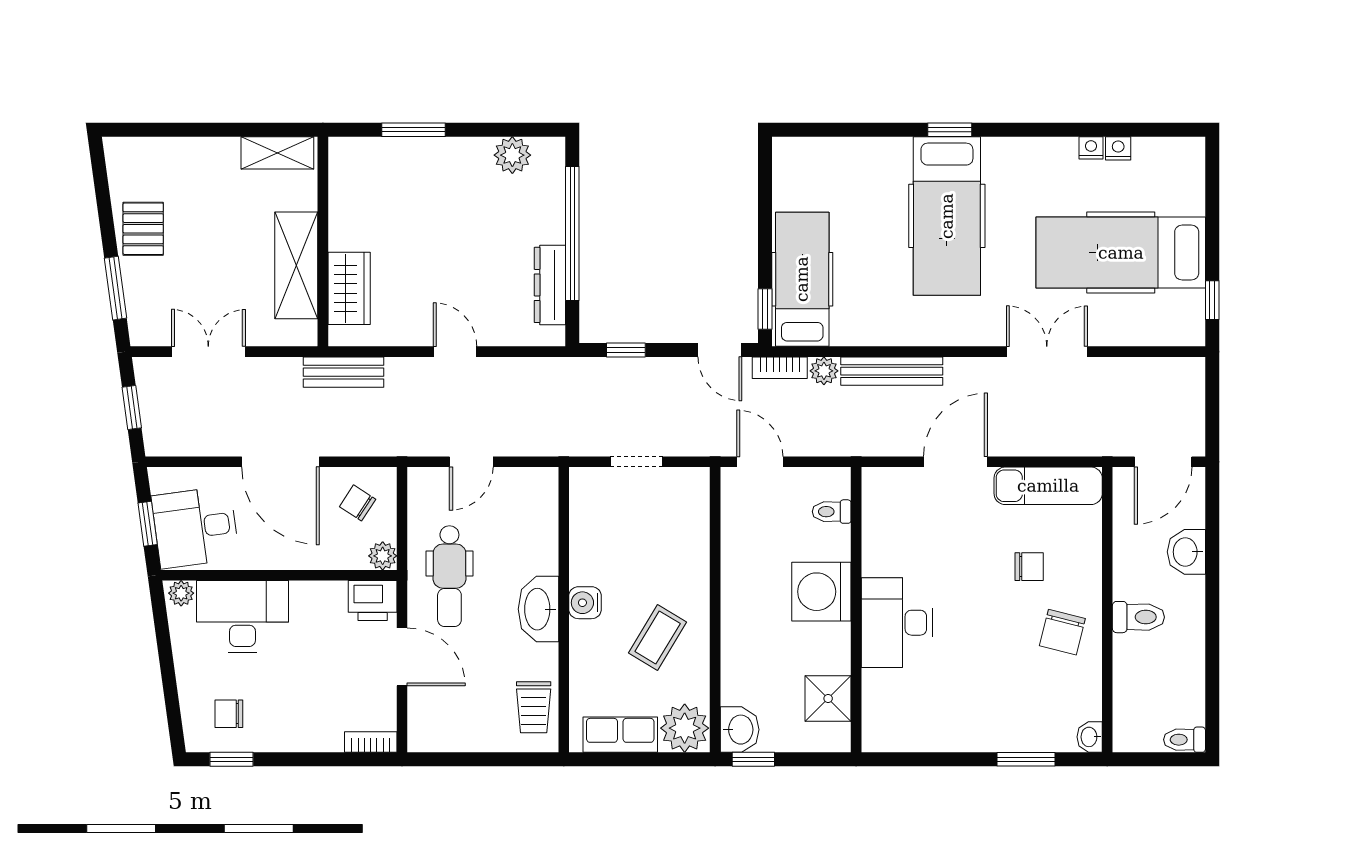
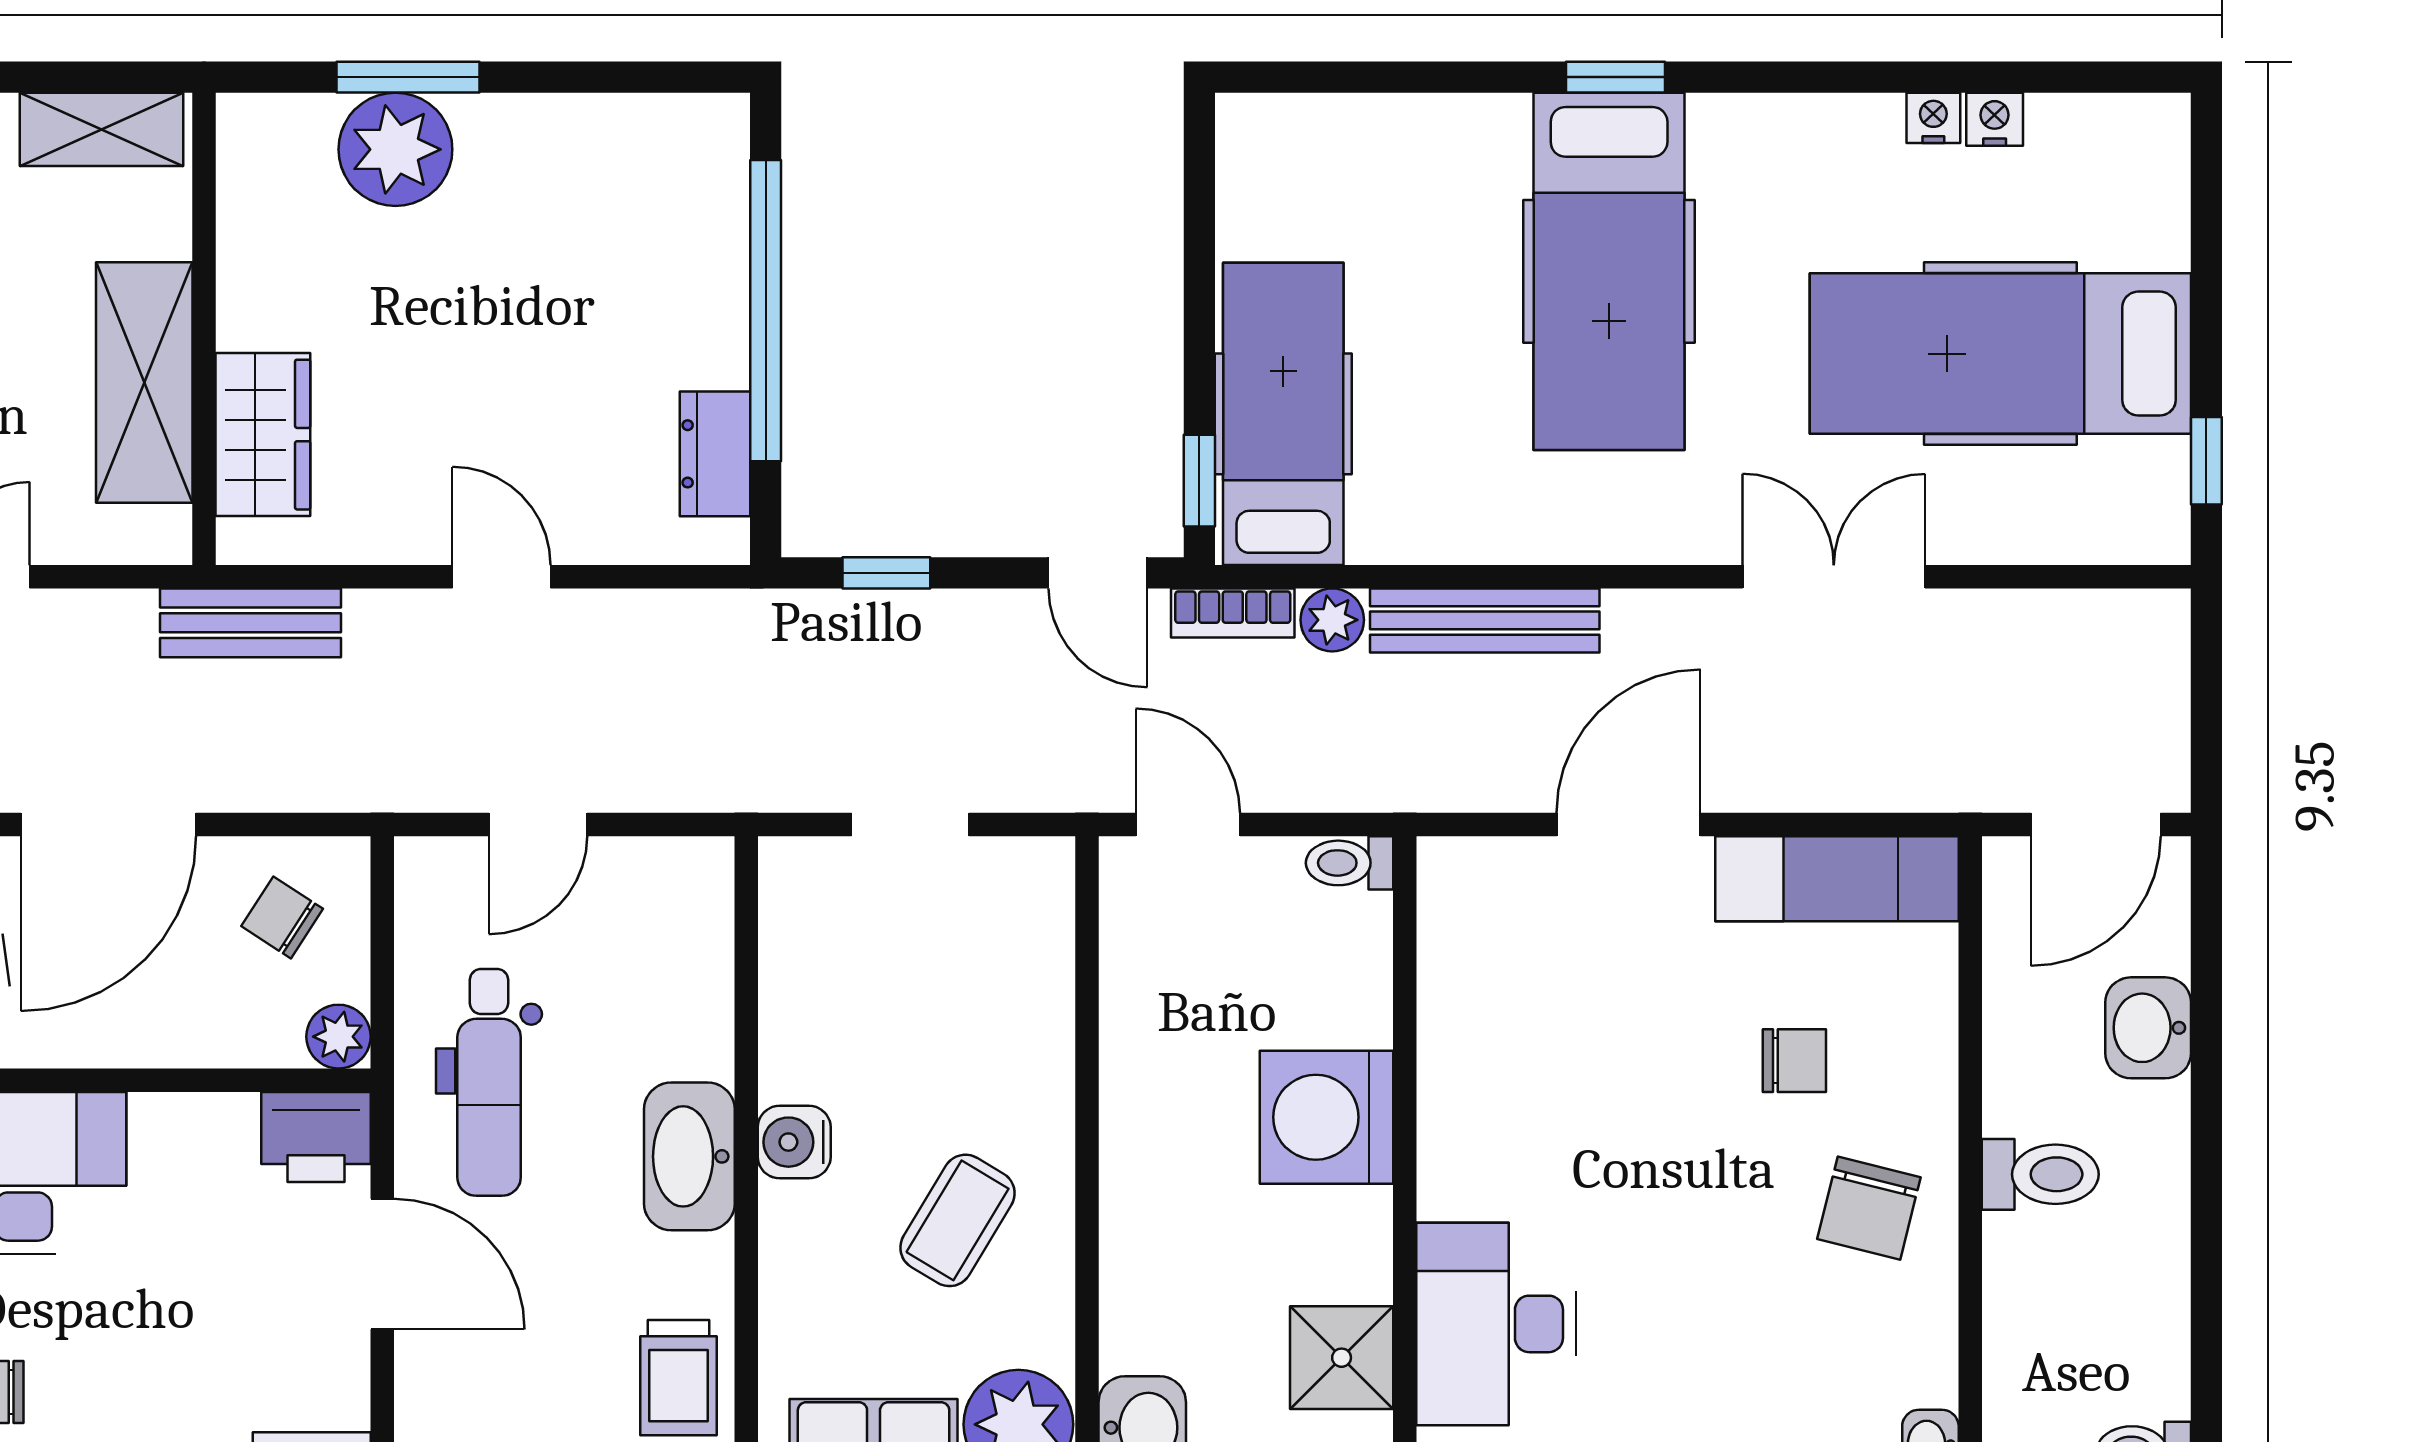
plant: (512, 155) -> (395, 149), moved, width x1.36, depth x1.36
dresser: (550, 285) -> (715, 454), width x0.70
door: (280, 462) -> (108, 825), hinge flipped
toilet: (832, 512) -> (1350, 863), moved
desk: (897, 623) -> (1496, 1324), moved

